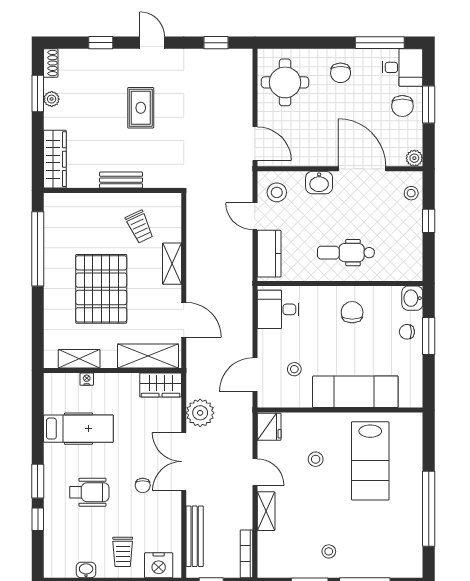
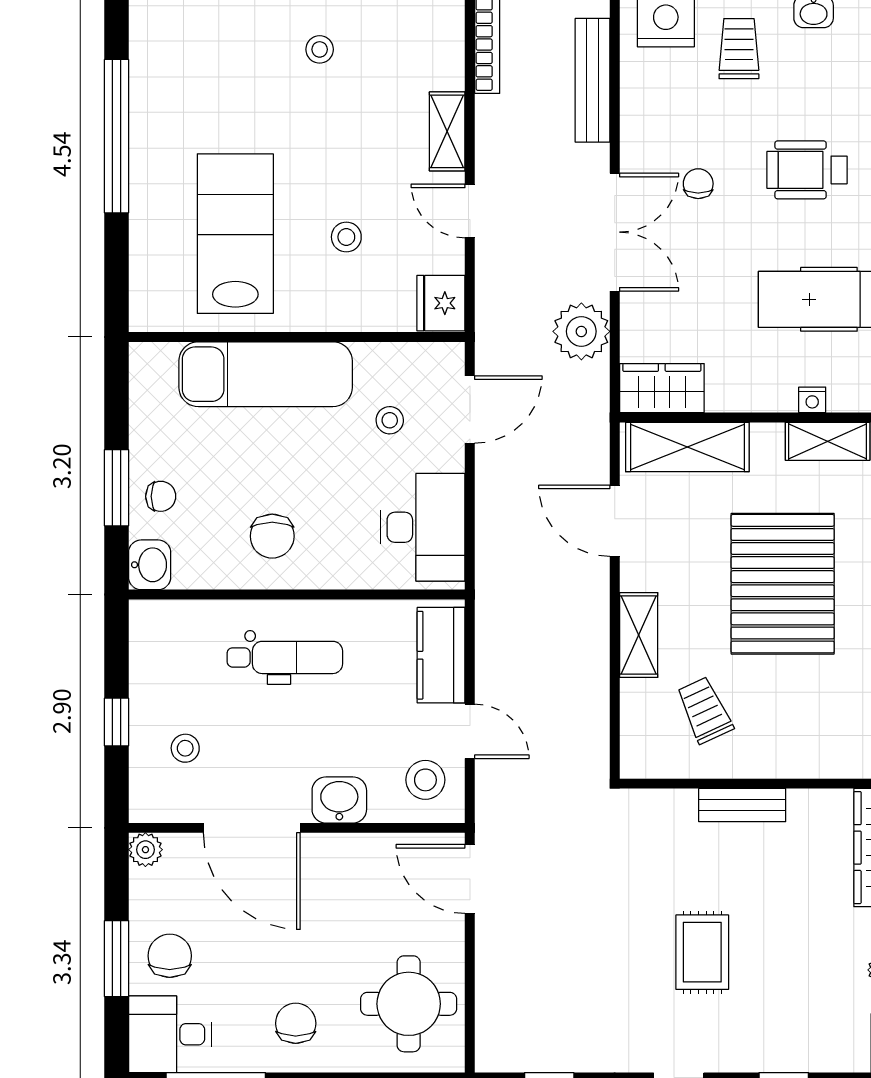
stool: (411, 193) -> (185, 748), moved
desk: (278, 309) -> (423, 527), width x1.37

